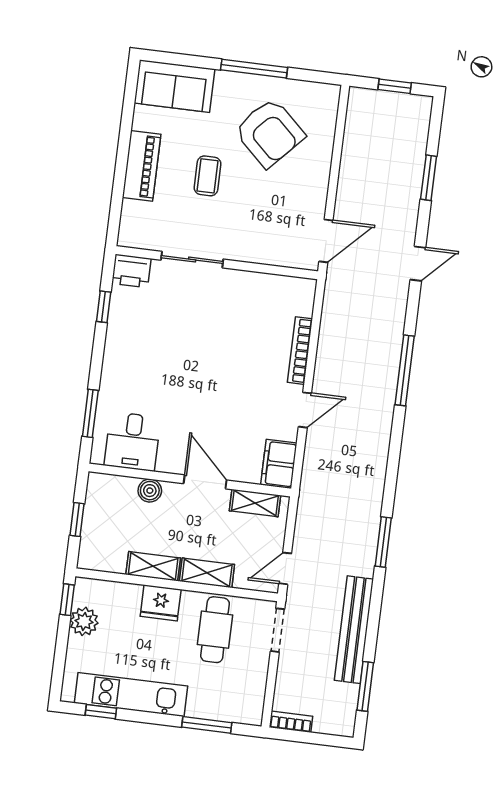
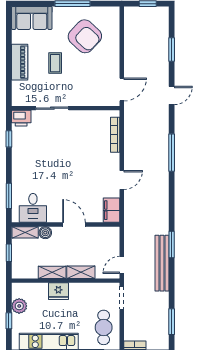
bookcase: (300, 351) -> (115, 135), moved
shelving: (255, 503) -> (25, 232), moved
window: (67, 600) -> (9, 321), moved
cafe table: (215, 630) -> (104, 327), moved
bench: (354, 630) -> (162, 263), moved

